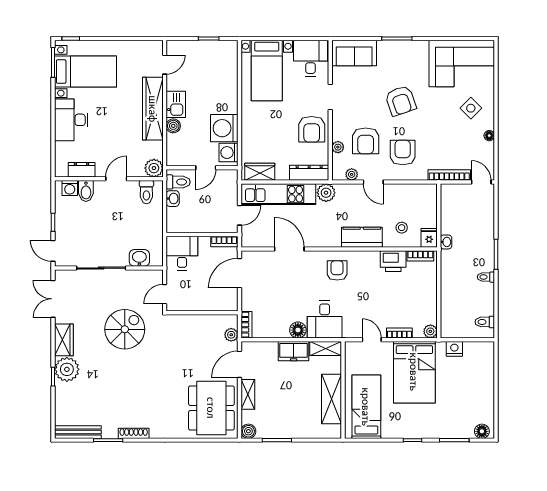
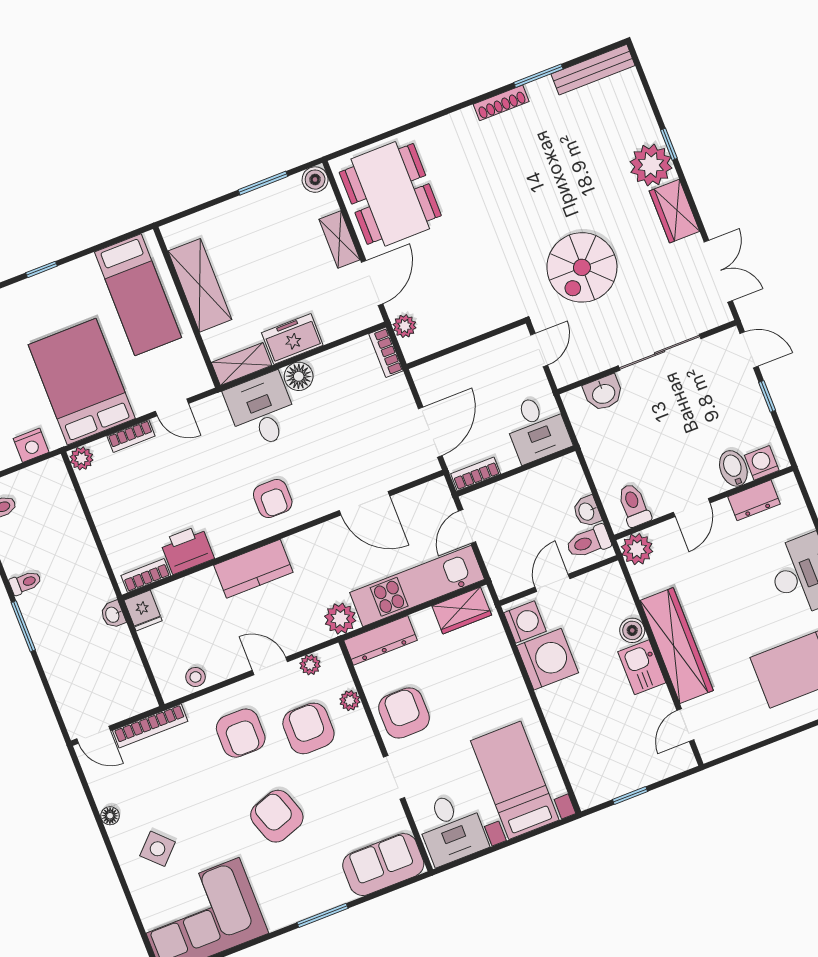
stool: (402, 228) -> (195, 677), moved

